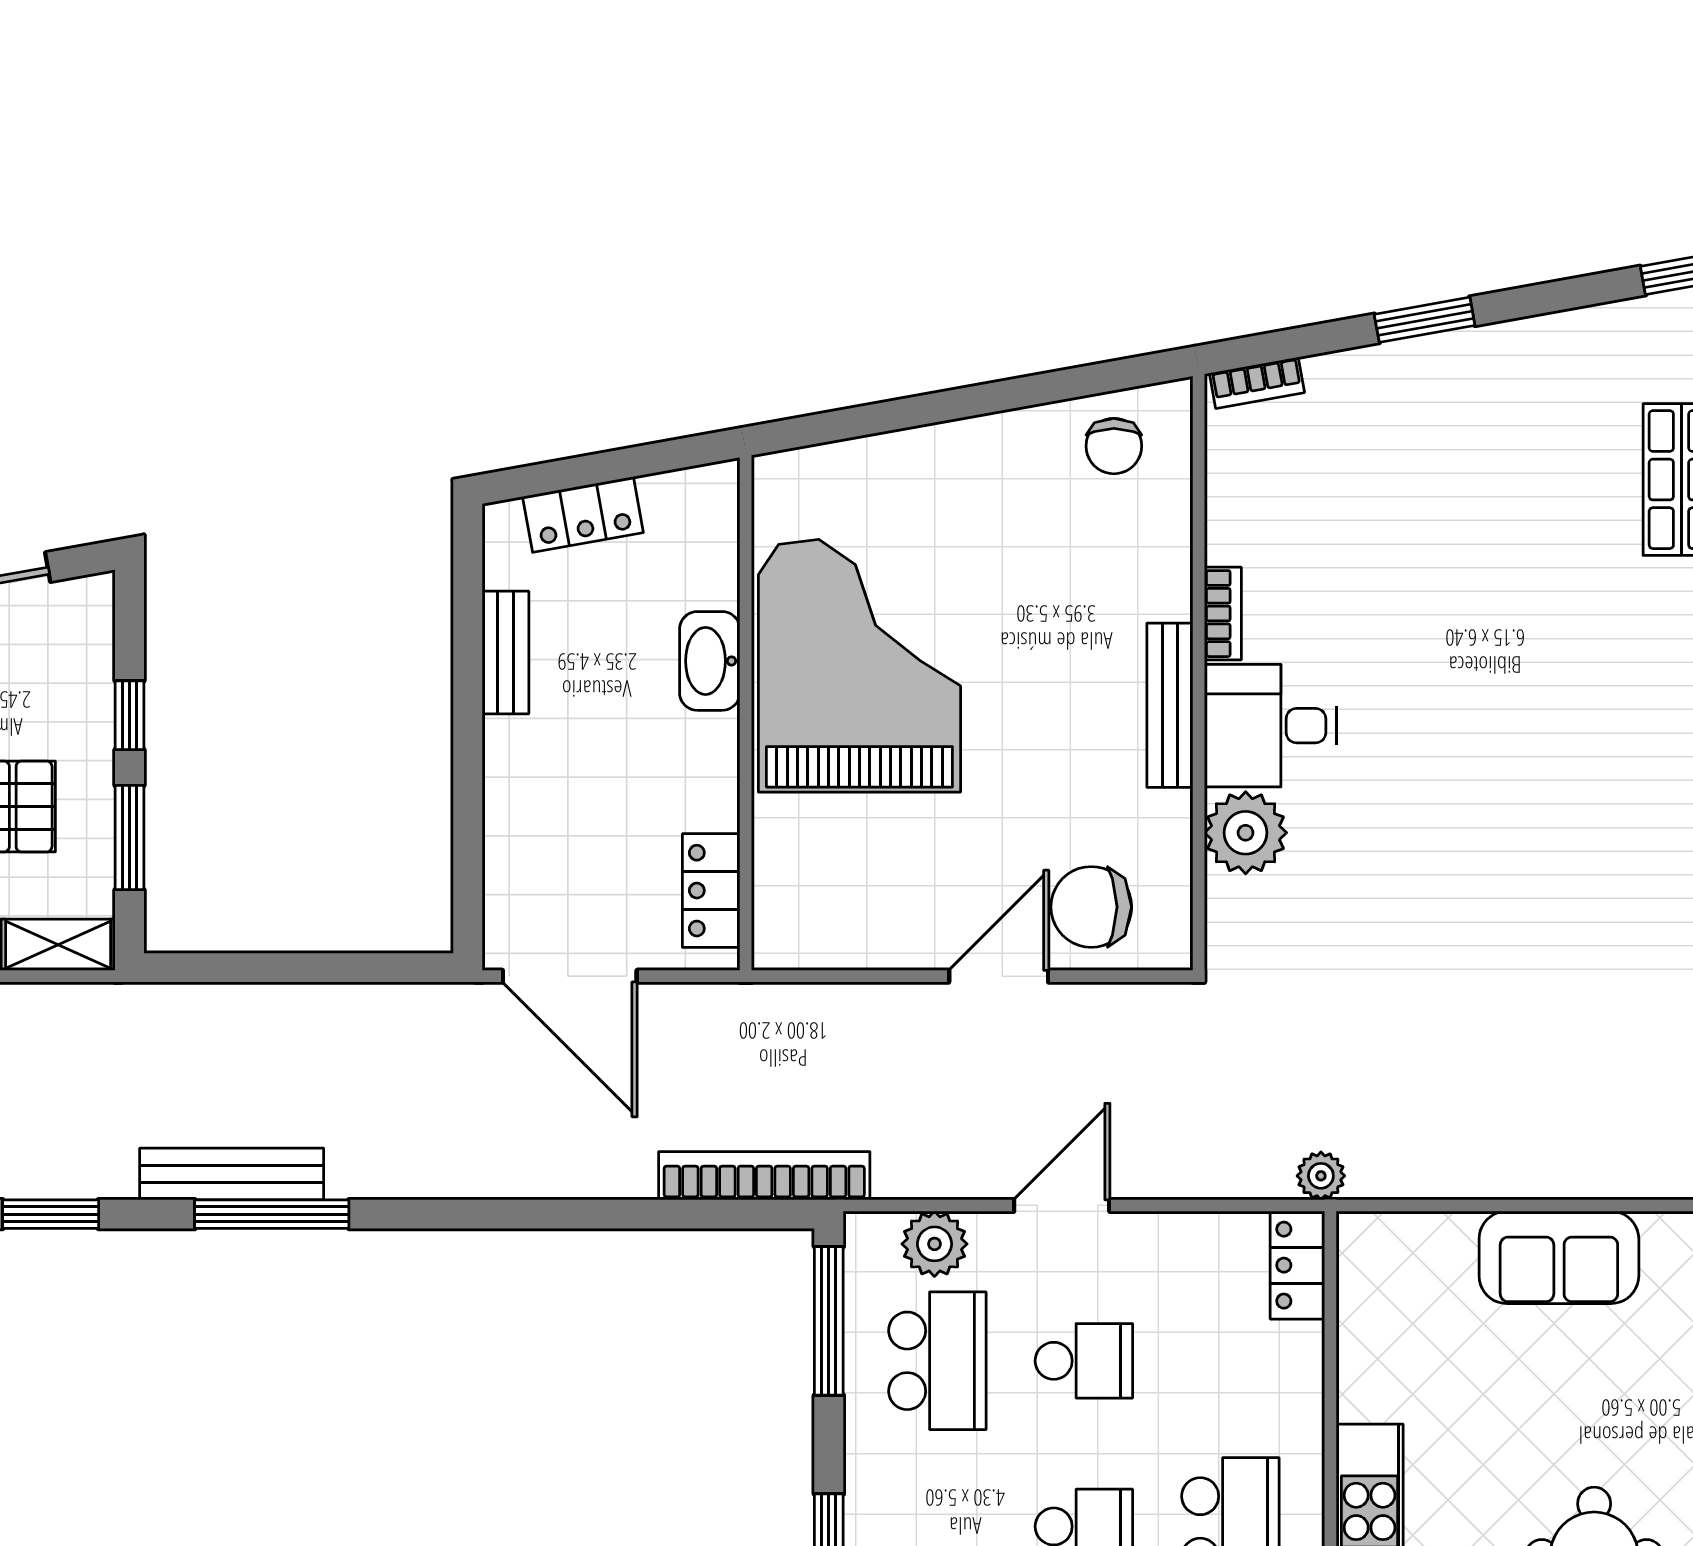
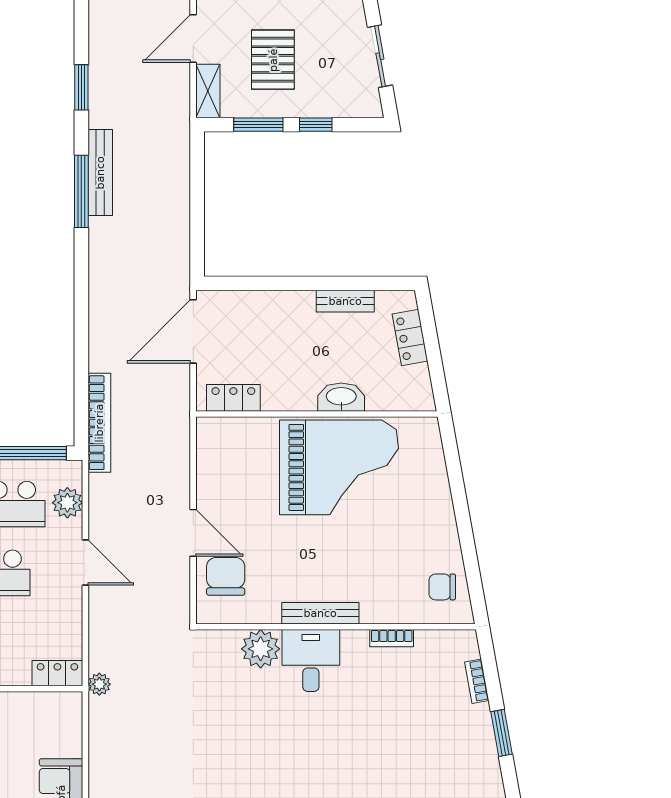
bookcase: (1257, 383) -> (477, 681), moved
bookcase: (1223, 614) -> (392, 638), moved

